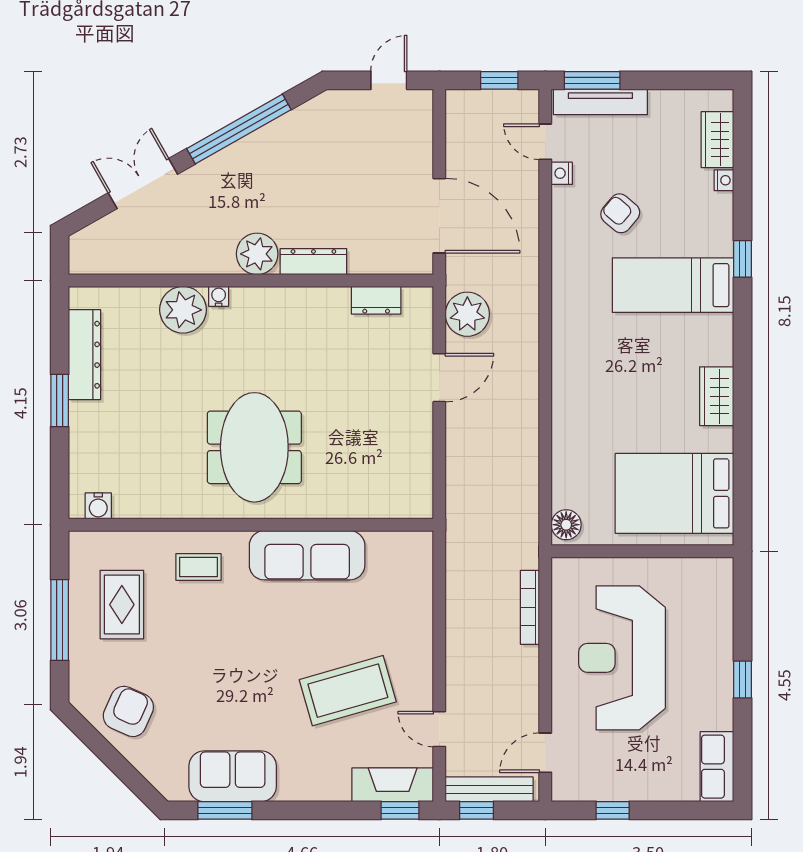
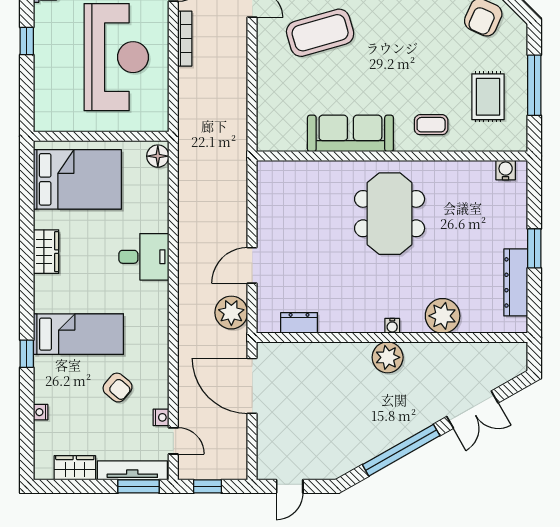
wardrobe: (717, 140) -> (75, 468), moved, turned -90
dresser: (313, 262) -> (346, 352), removed
water cooler: (219, 296) -> (392, 326), moved
desk: (585, 389) -> (144, 257), added
bookcase: (530, 607) -> (185, 39), moved

